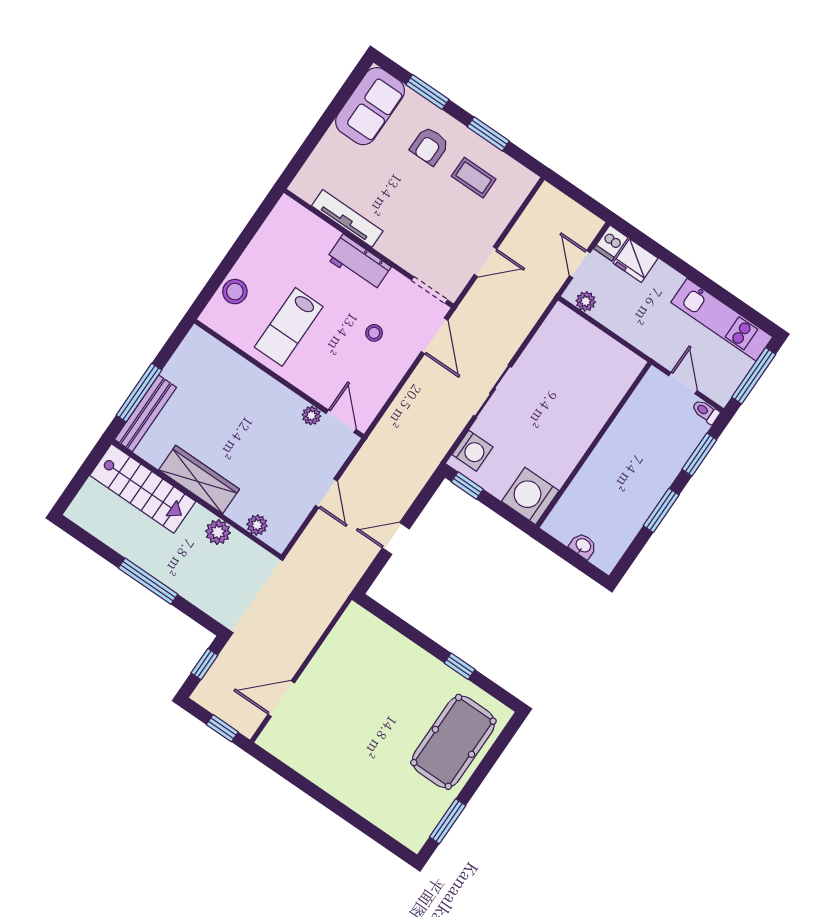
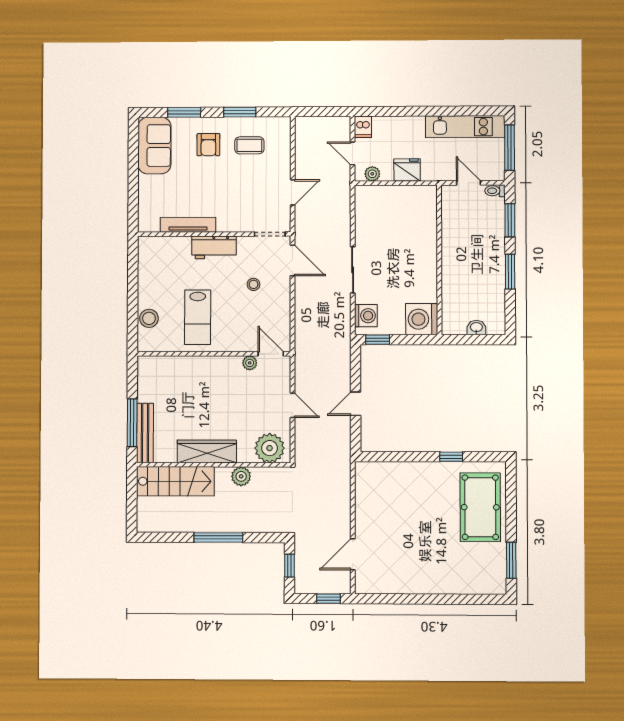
fridge: (636, 261) -> (407, 170), moved, turned 180
plant: (257, 525) -> (270, 448), width x1.87, depth x1.87

